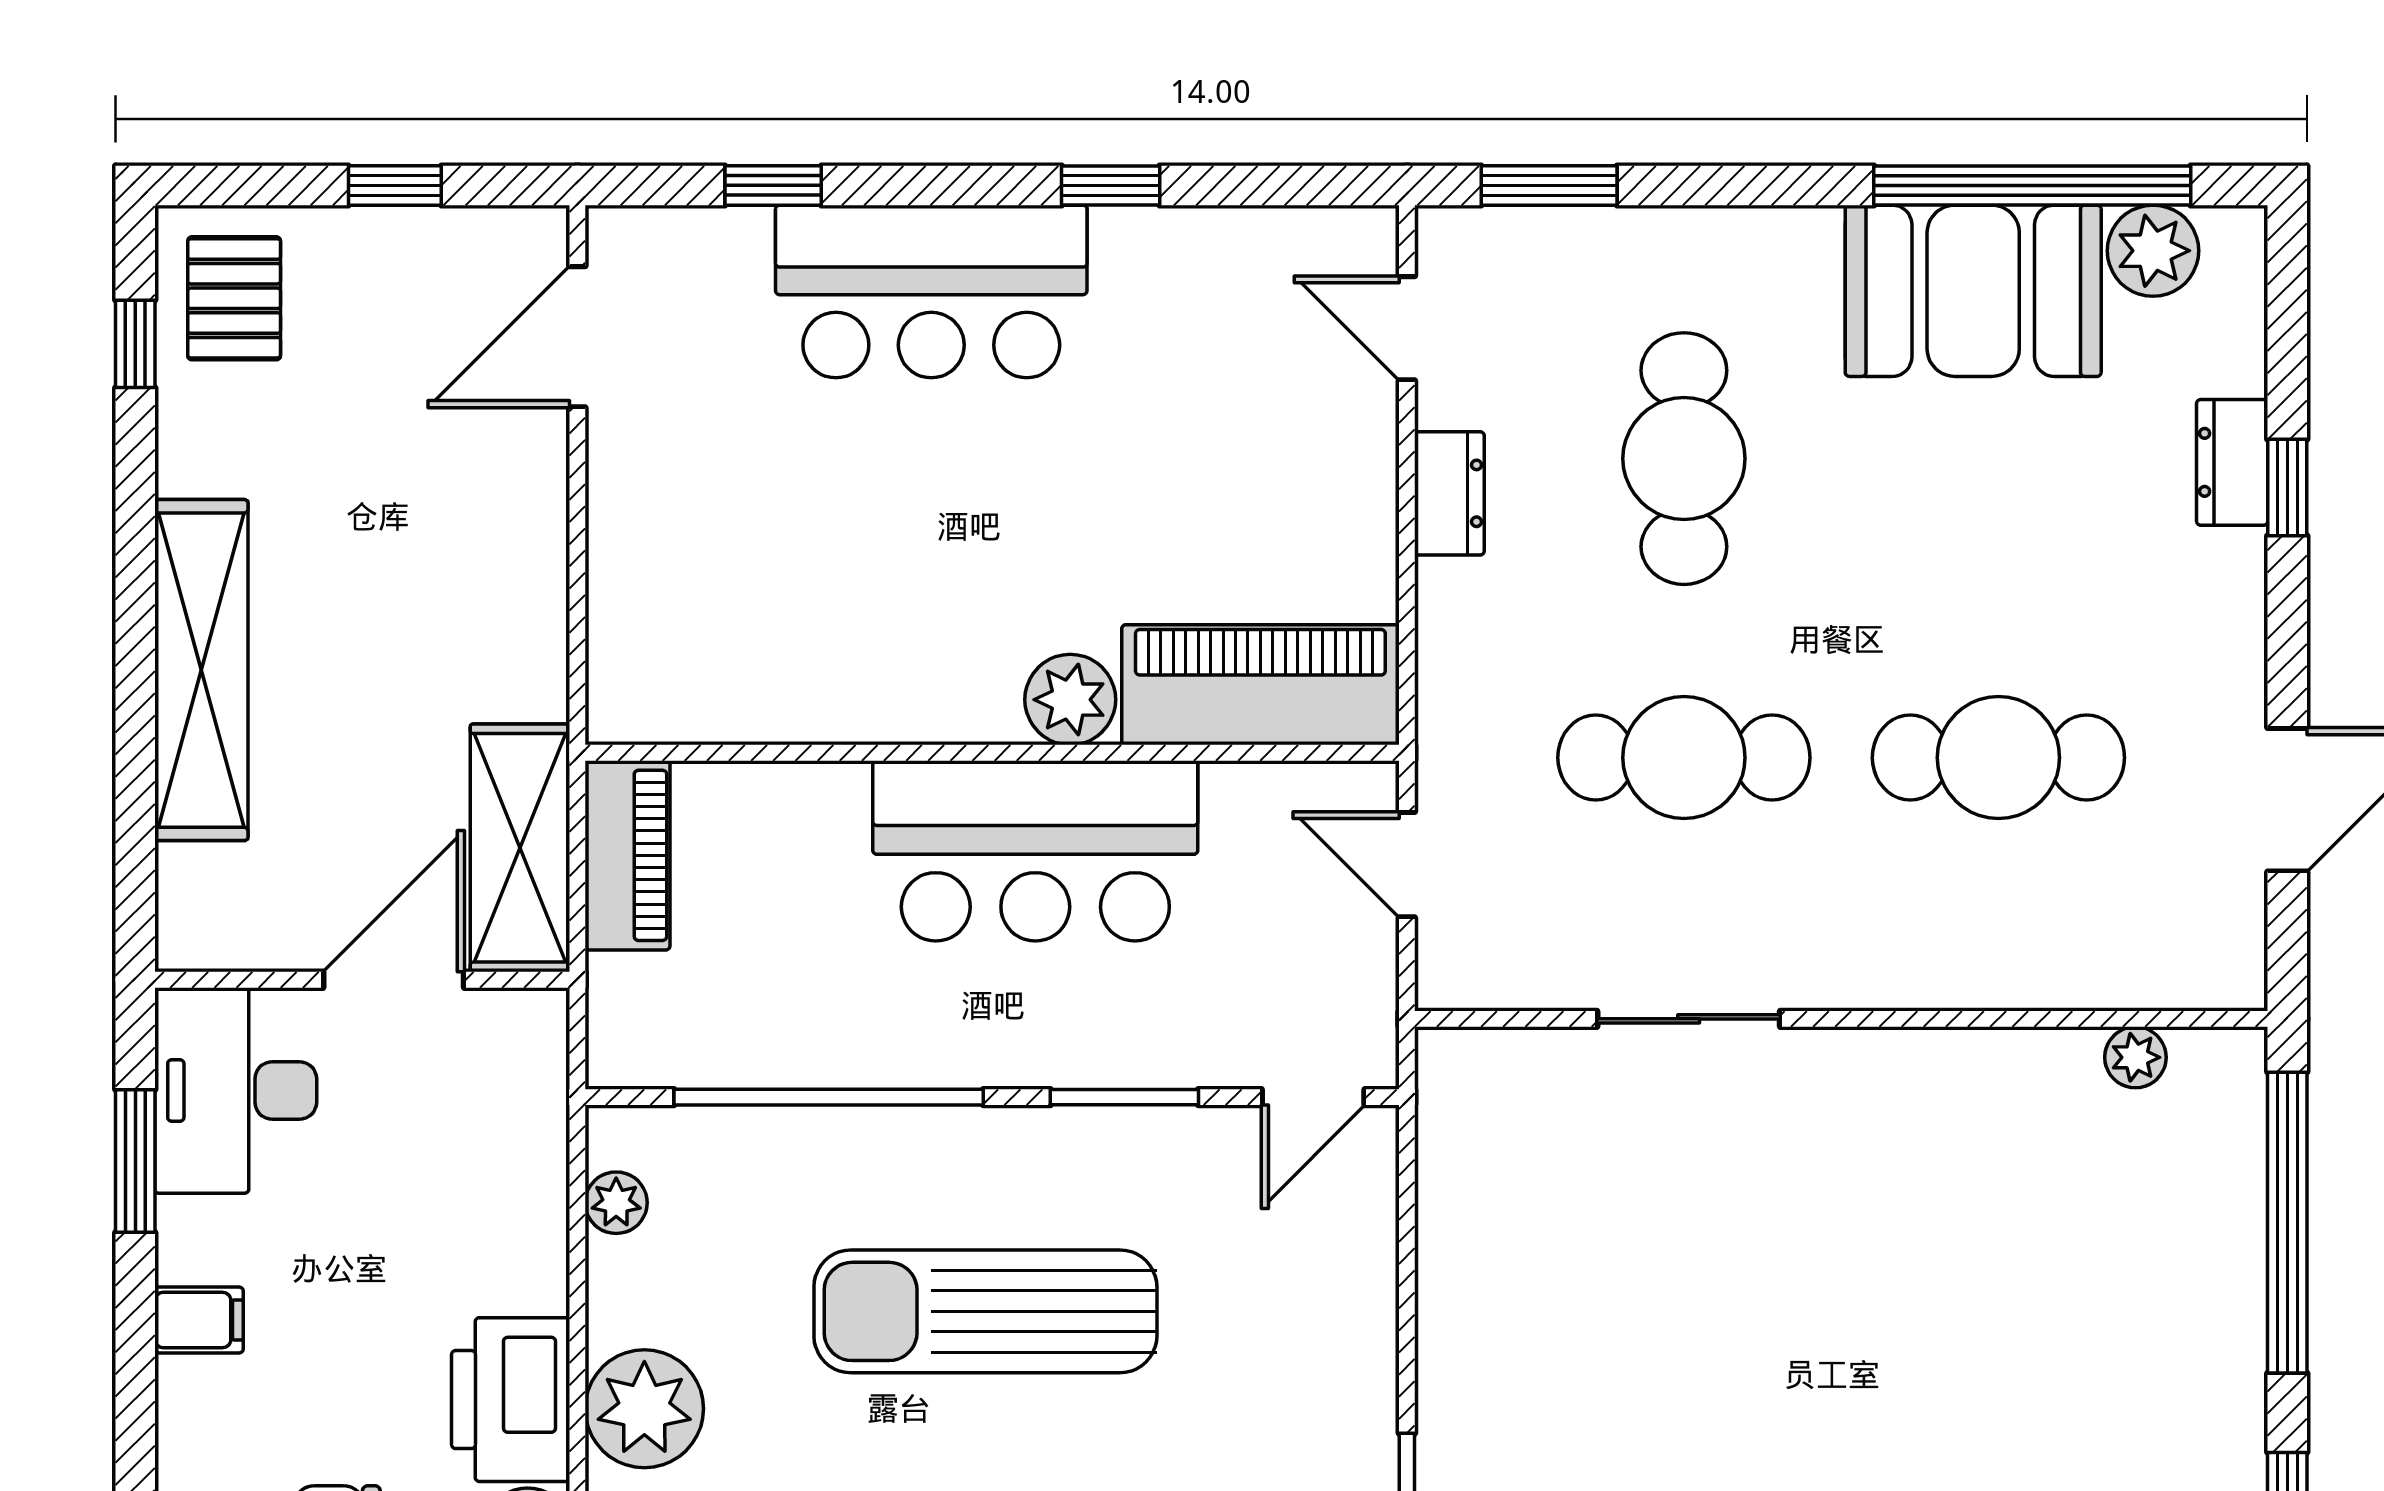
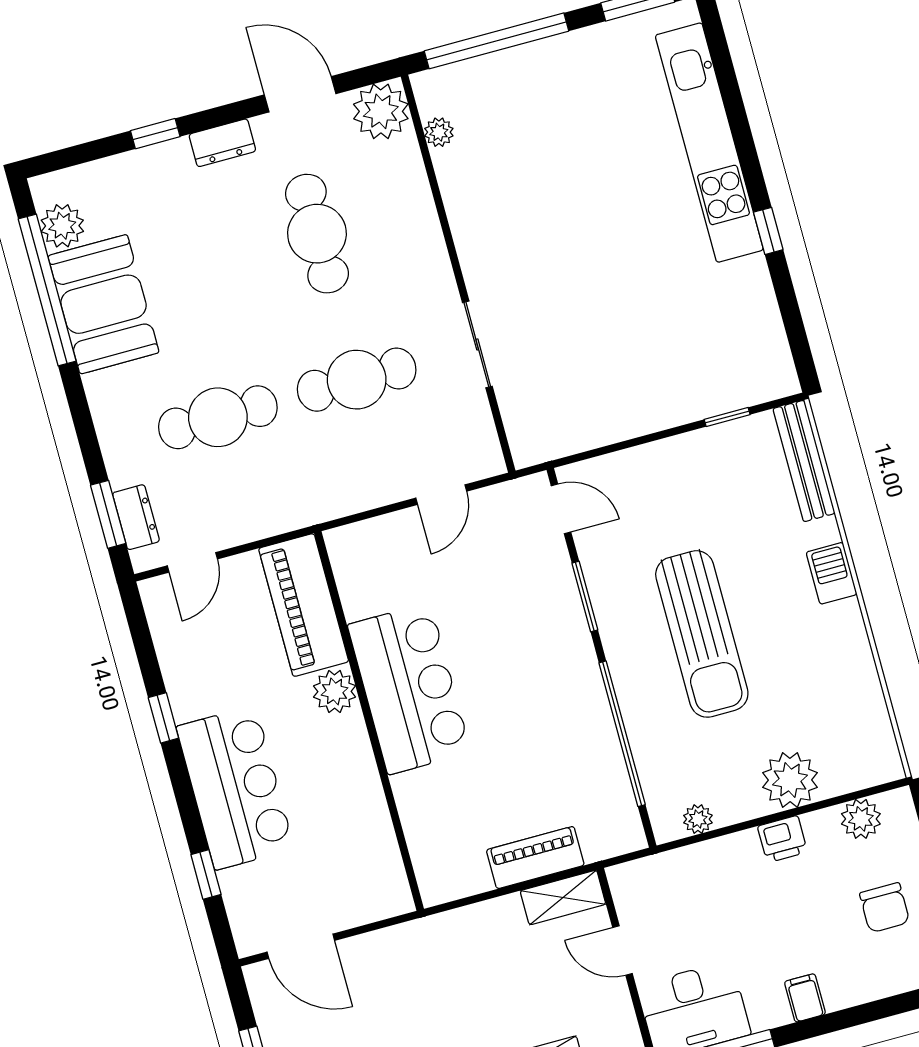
dresser: (2232, 462) -> (222, 143), moved
dresser: (1449, 493) -> (136, 517), moved, turned 90
piano: (1260, 685) -> (304, 605), moved
plant: (1070, 700) -> (335, 691), moved
wall: (992, 753) -> (369, 721), moved
cafe table: (1684, 758) -> (357, 380), turned 90
shelving: (520, 848) -> (563, 897), width x0.67, depth x0.75
bar counter: (1035, 851) -> (409, 689), moved
plant: (2209, 952) -> (381, 111), added
door: (394, 980) -> (622, 950), width x0.73
printer: (511, 1400) -> (782, 839), width x0.53, depth x0.68

